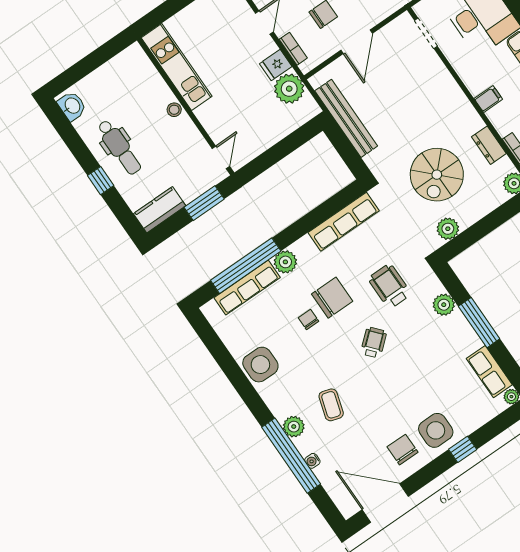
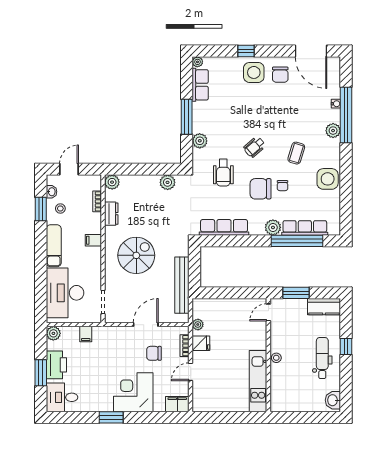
plant: (289, 89) -> (198, 324), width x0.53, depth x0.53
spiral stairs: (437, 175) -> (136, 255), moved
coffee table: (331, 405) -> (296, 153), moved

